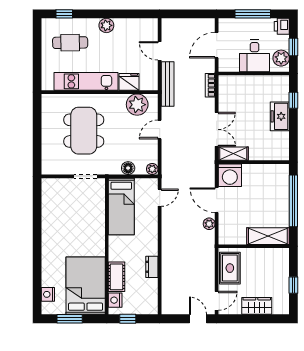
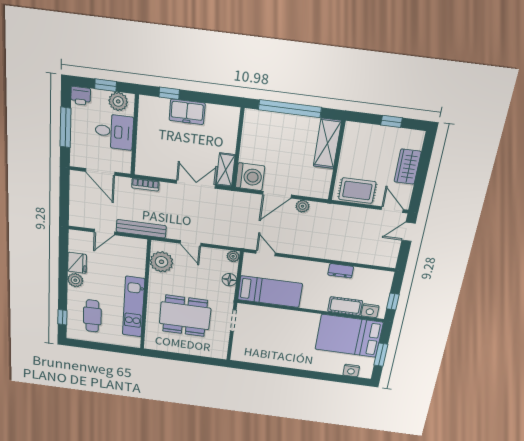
fridge: (129, 82) -> (77, 263), moved, turned 180

